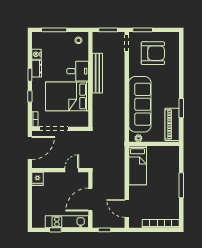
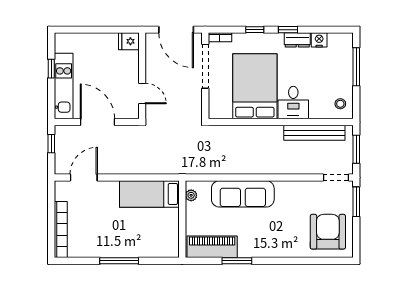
armchair: (153, 53) -> (328, 232), moved, turned 180
bench: (97, 73) -> (314, 133), moved
sofa: (140, 104) -> (243, 194), width x0.74, depth x0.79

